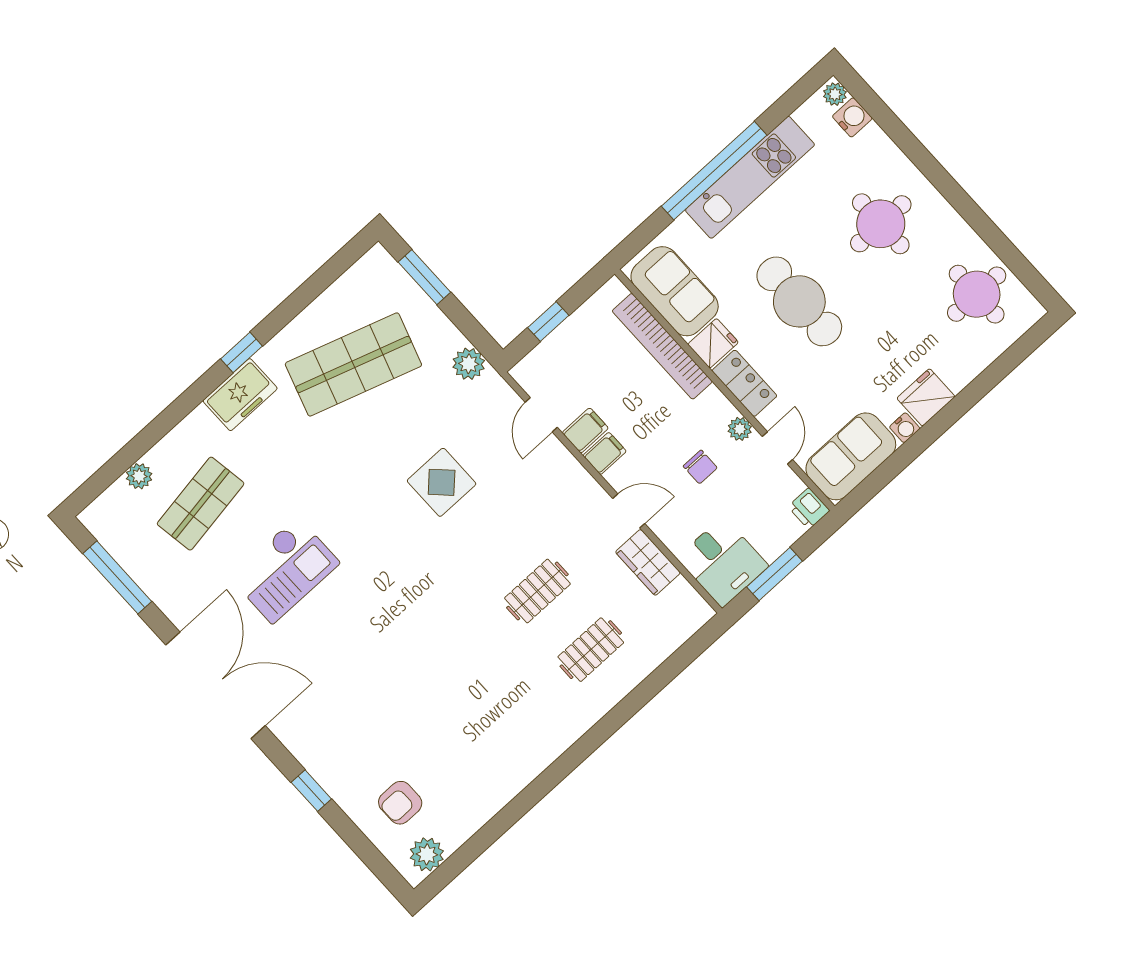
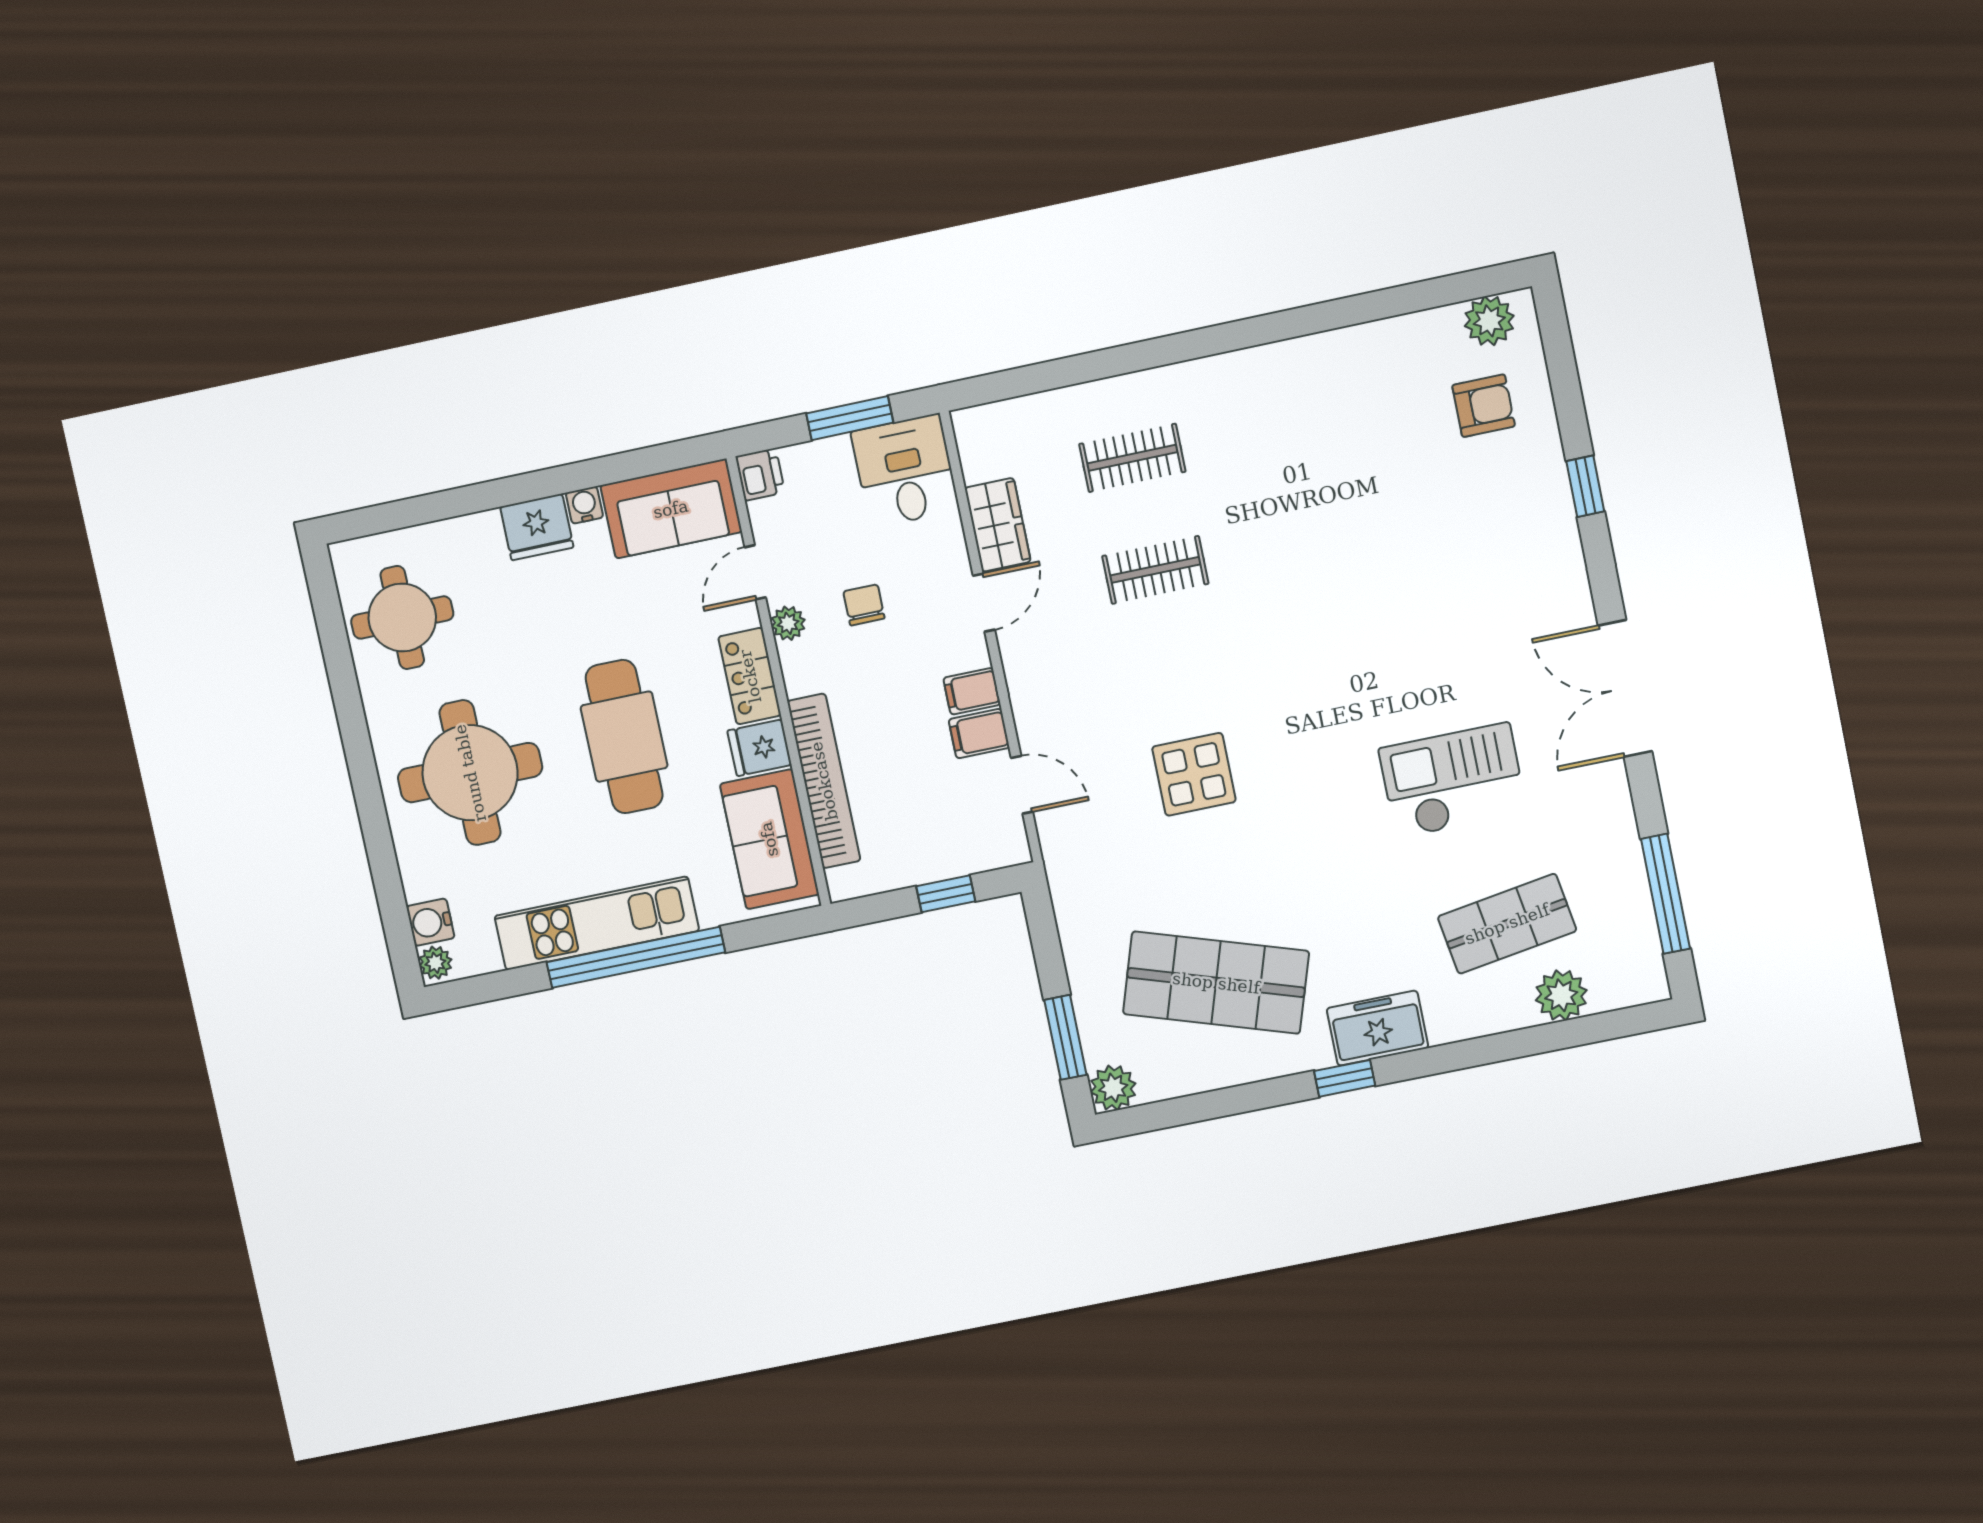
round table: (881, 224) -> (470, 773), width x1.36, depth x1.36
plant: (469, 364) -> (1113, 1088), moved
door: (541, 415) -> (1022, 785), hinge flipped
plant: (139, 476) -> (1561, 995), width x1.38, depth x1.38
door: (629, 511) -> (984, 603), swing flipped
double door: (215, 685) -> (1625, 688), width x0.73

